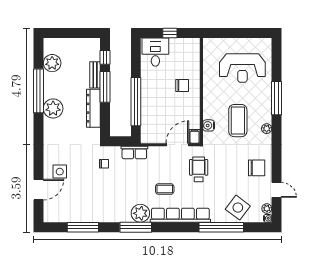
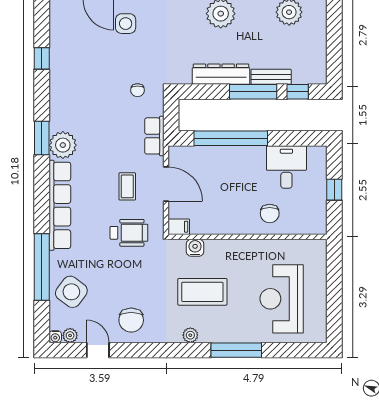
desk: (155, 52) -> (286, 167), moved, turned -90
chair: (182, 85) -> (270, 213), moved
door: (177, 145) -> (166, 184), moved
coffee table: (165, 189) -> (127, 186), moved
door: (277, 190) -> (98, 350), swing flipped
window: (83, 227) -> (42, 58), width x0.46
window: (136, 227) -> (42, 138), width x0.69

